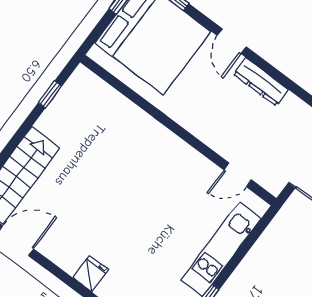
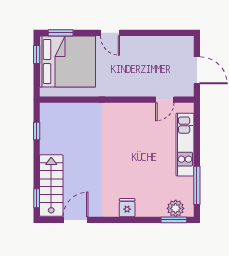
dresser: (261, 82) -> (141, 43), removed

